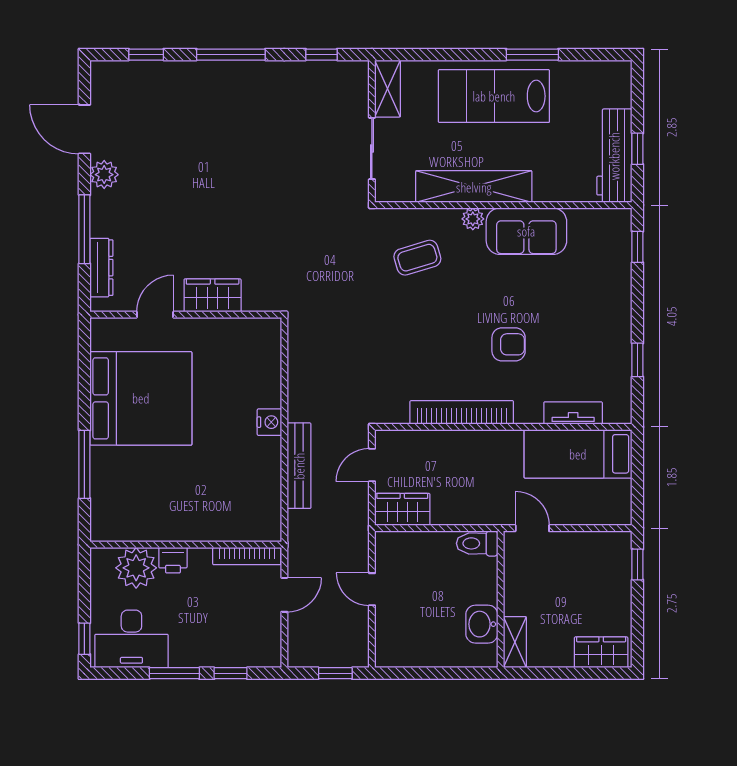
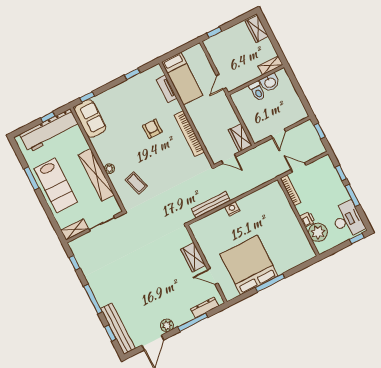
bench: (147, 74) -> (118, 329), added
workbench: (614, 156) -> (50, 131), width x1.36, depth x1.32
sofa: (526, 231) -> (90, 119), moved
window: (84, 464) -> (270, 283), moved
bench: (299, 466) -> (211, 205), moved
toilet: (477, 543) -> (257, 91), moved

